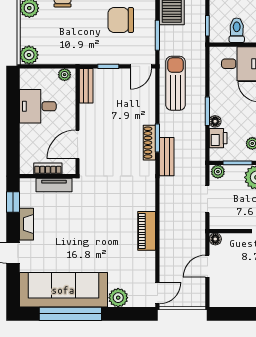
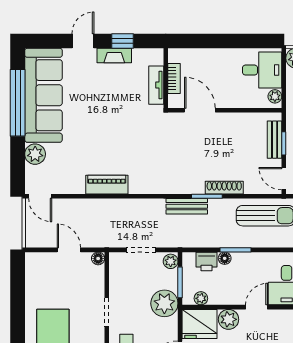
bench: (86, 86) -> (275, 140), moved, turned 90
desk: (38, 106) -> (262, 70), moved, turned 90
shoe rack: (149, 143) -> (224, 188), moved
window: (13, 202) -> (123, 41), moved

